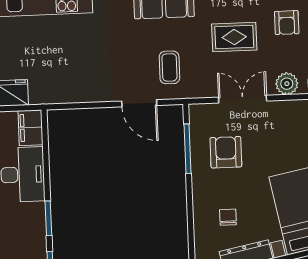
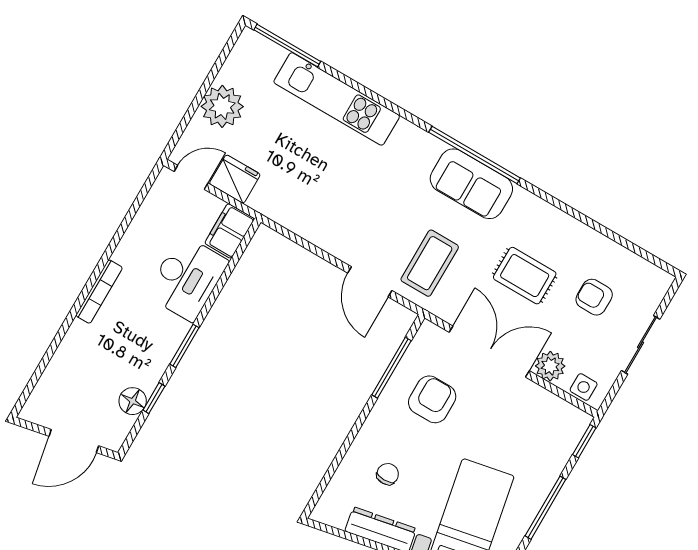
armchair: (287, 23) -> (594, 297), turned 90
coffee table: (169, 67) -> (430, 263), width x1.36, depth x1.30
double door: (243, 99) -> (489, 352), width x1.37

